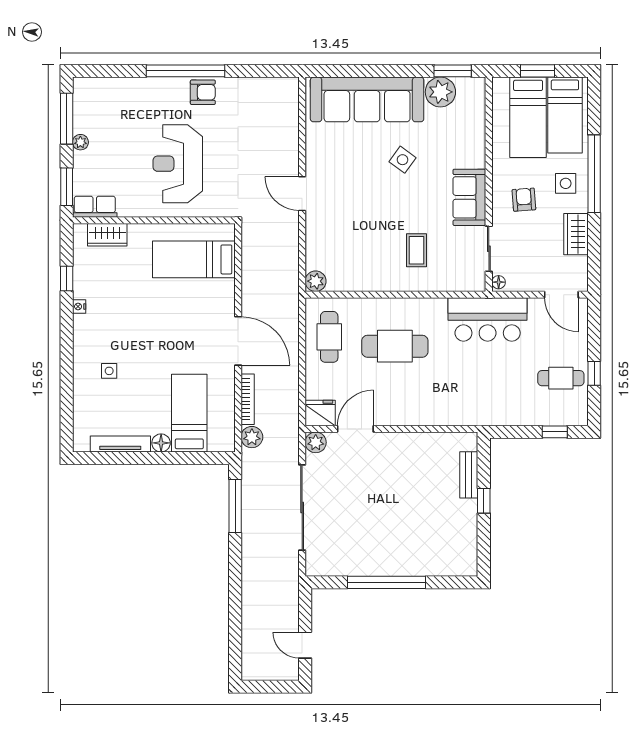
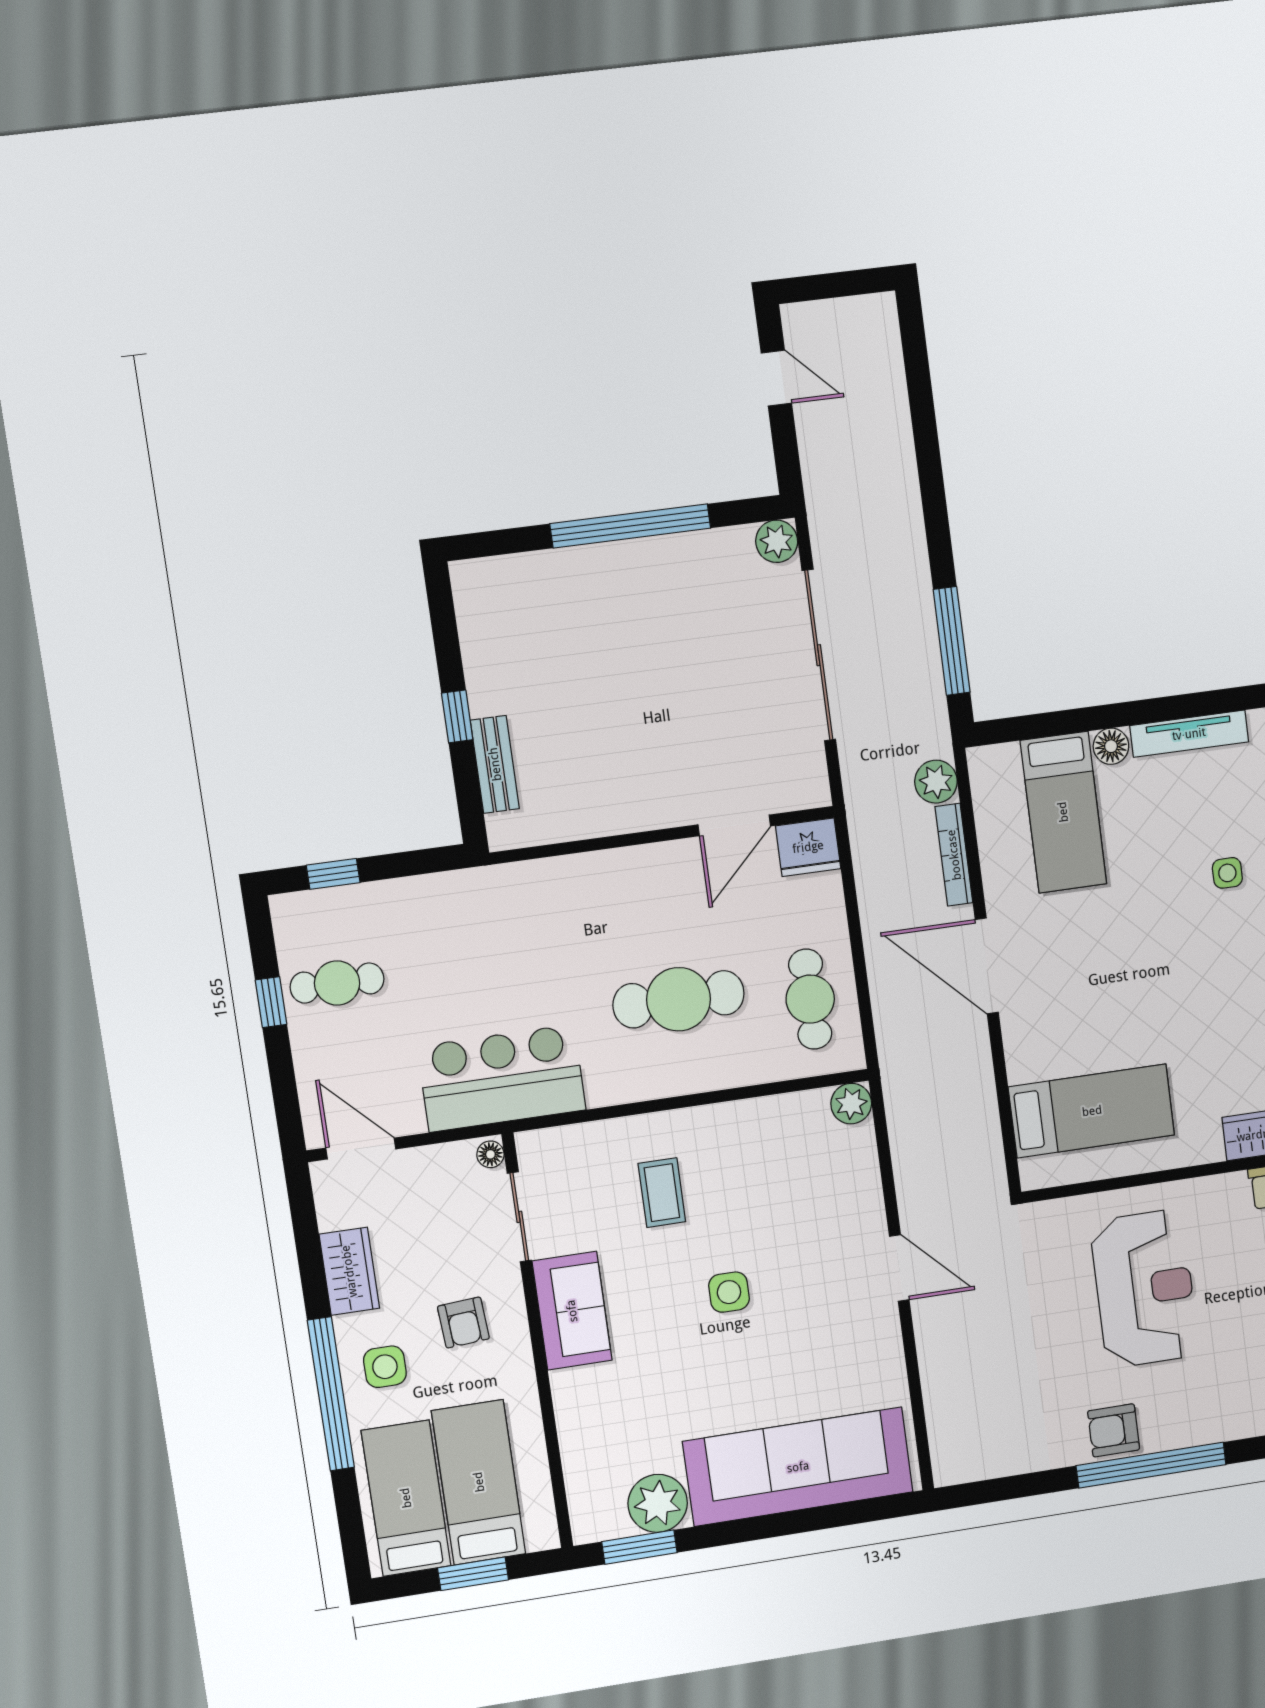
side table: (403, 160) -> (729, 1292), moved, turned -36
plant: (316, 442) -> (777, 541), moved

